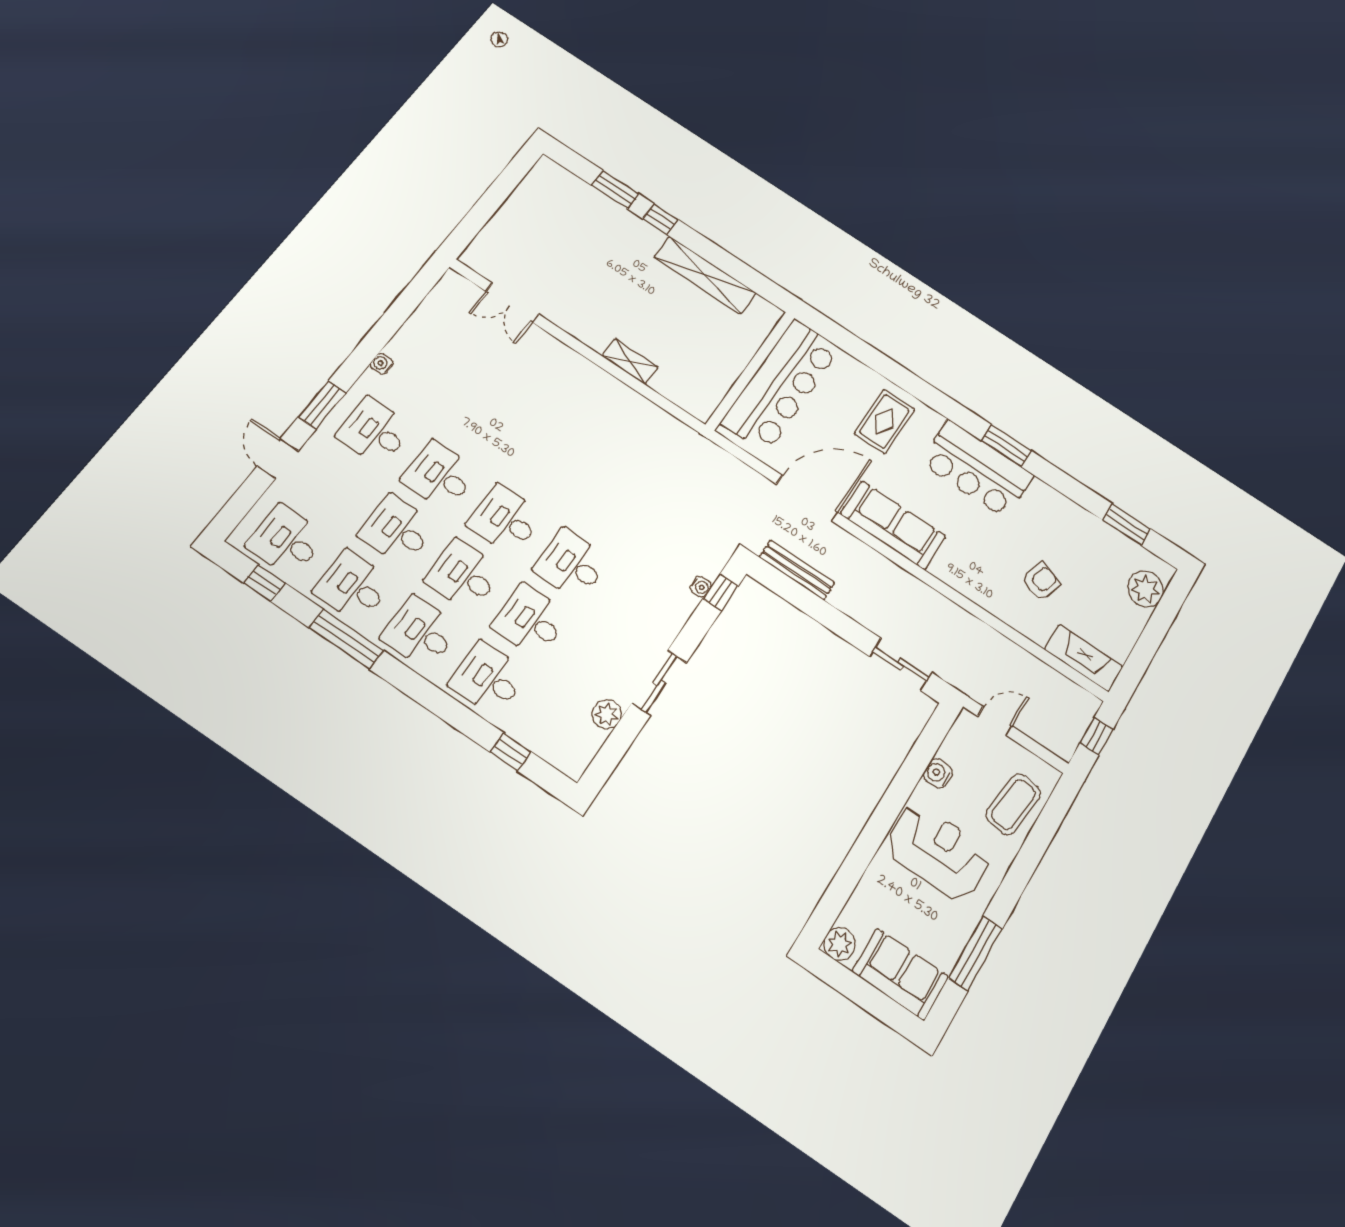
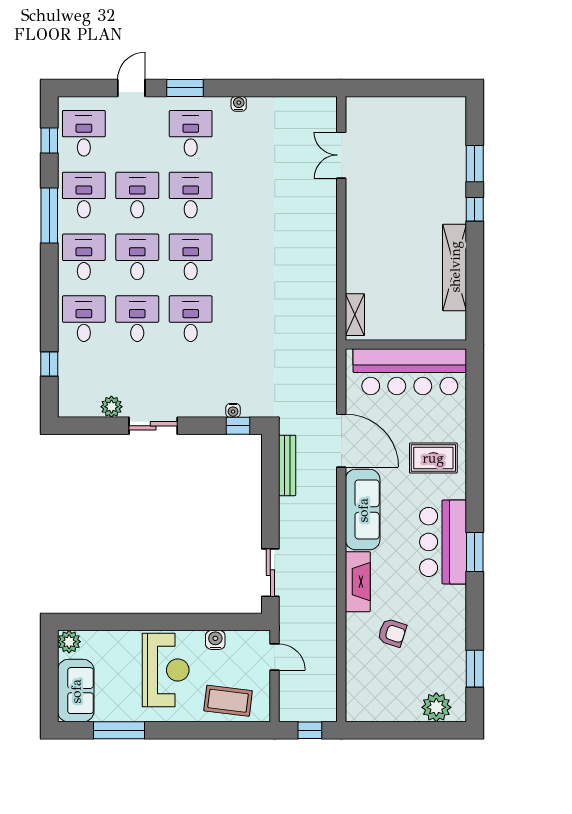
shelving: (630, 362) -> (355, 315), moved
fireplace: (1084, 658) -> (358, 582), moved

